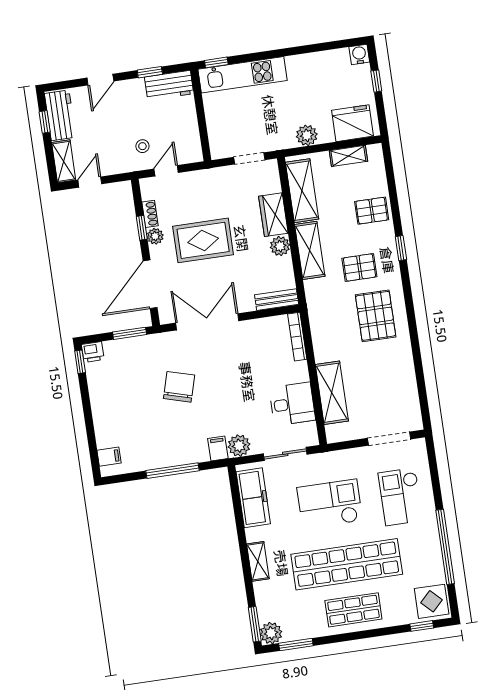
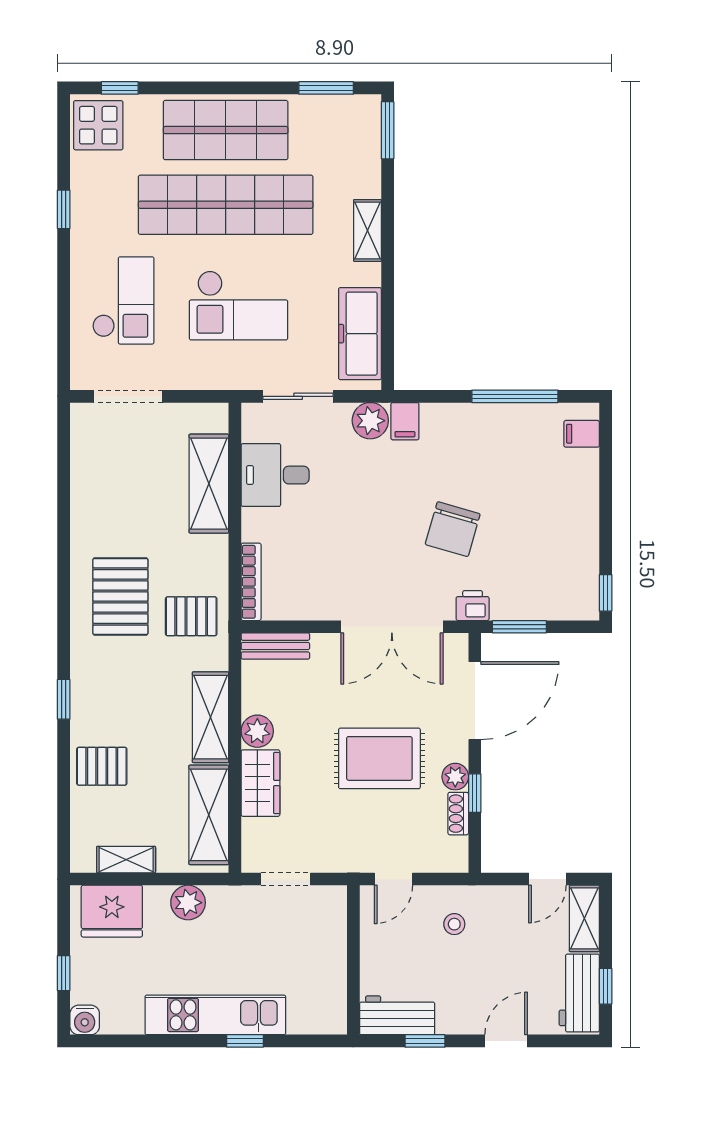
window: (216, 62) -> (245, 1041), moved
kitchen unit: (243, 75) -> (215, 1015), moved
door: (166, 171) -> (393, 879), moved
pallet: (359, 267) -> (191, 616), moved
printer: (93, 352) -> (473, 606), moved
window: (172, 471) -> (515, 396), moved
window: (445, 547) -> (64, 209), width x0.32
shop shelf: (353, 610) -> (226, 130), width x1.43, depth x1.36
plant: (271, 633) -> (363, 112), removed

